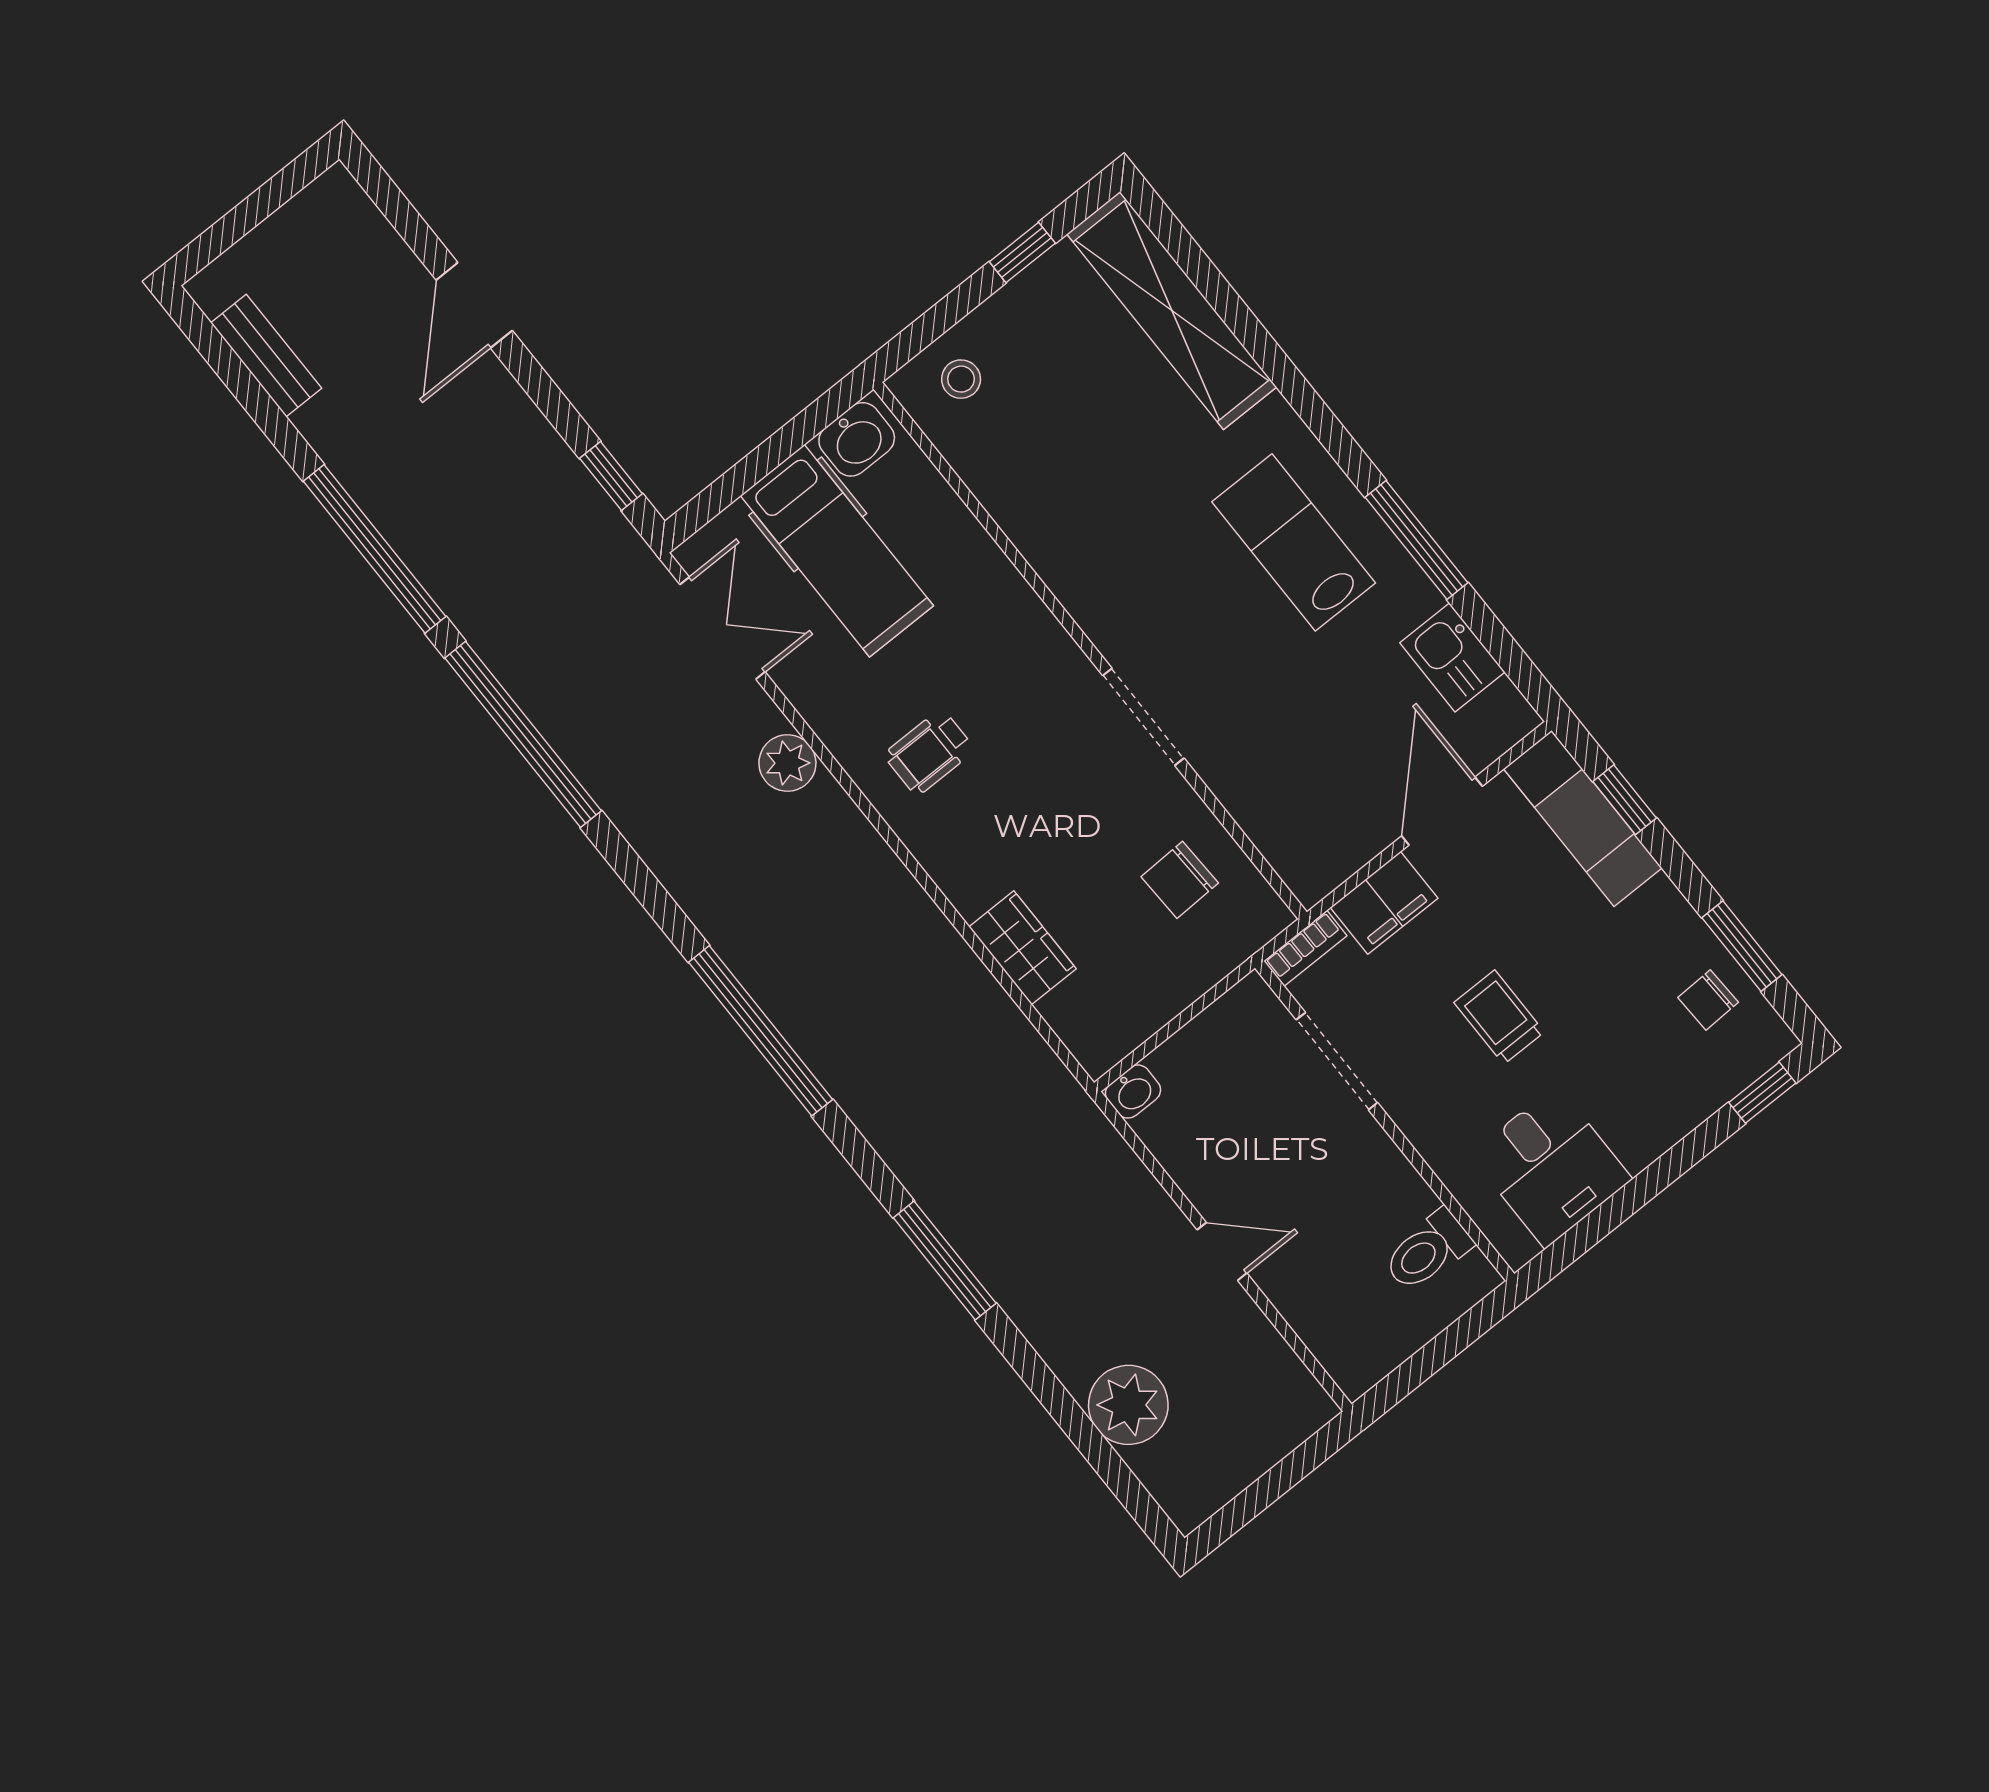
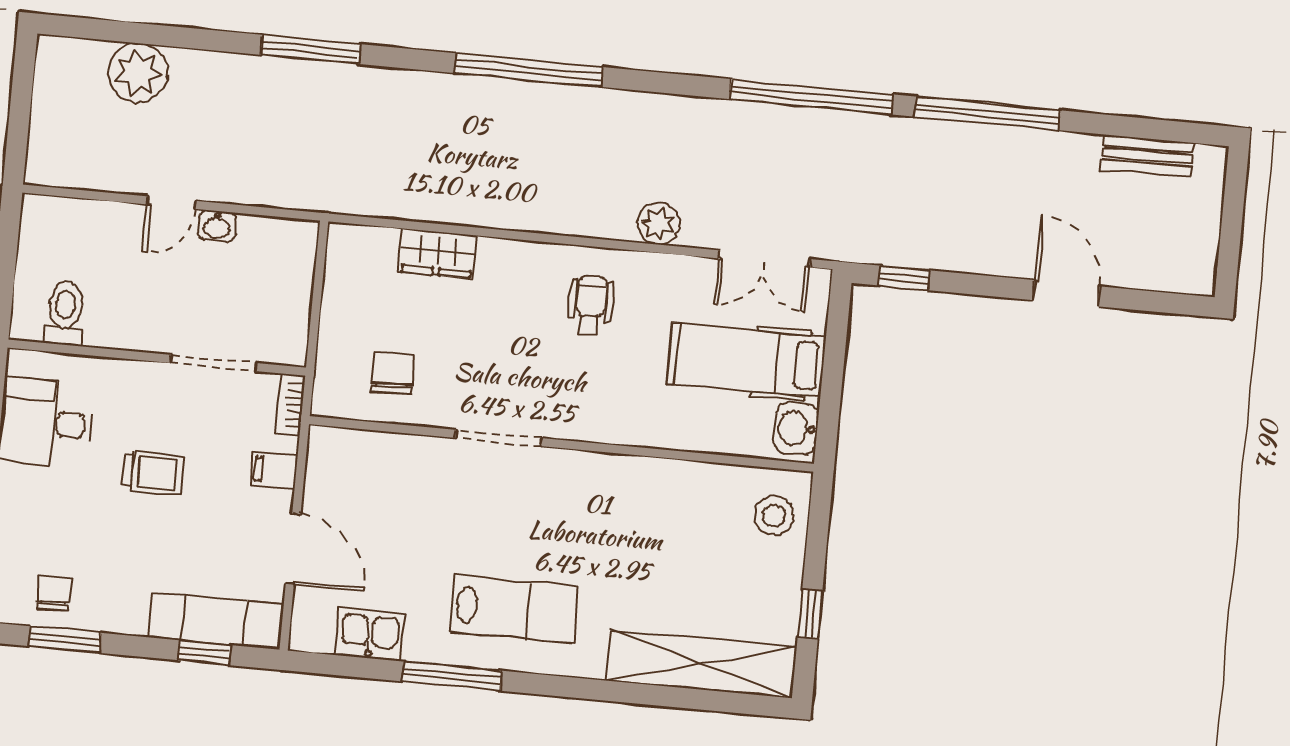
stool: (961, 379) -> (774, 516), width x1.37, depth x1.37
filing cabinet: (1384, 903) -> (274, 470), width x0.50
washbasin: (1133, 1092) -> (217, 226), moved, turned -90

